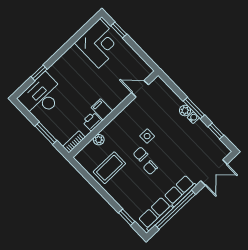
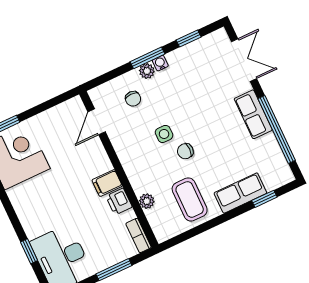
chair: (150, 168) -> (133, 99), moved
row of seats: (156, 214) -> (240, 193), moved, turned 90

